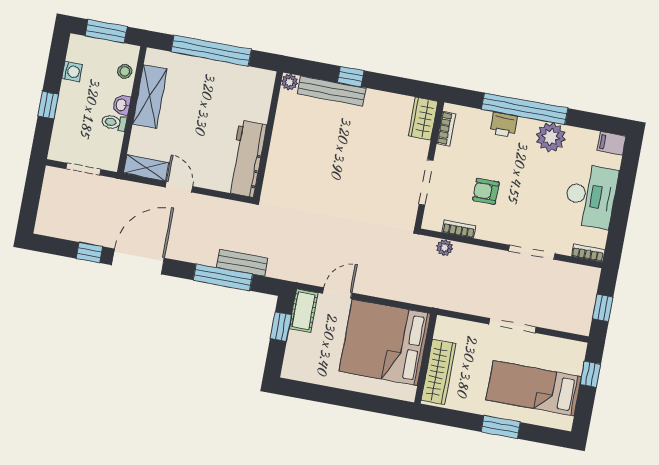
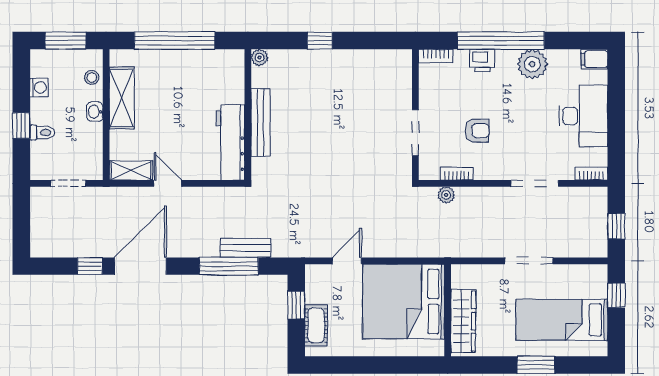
bench: (332, 91) -> (261, 123), moved, turned 90
wardrobe: (423, 119) -> (400, 69), removed
toilet: (114, 123) -> (42, 133), moved, turned 180
bookcase: (446, 129) -> (436, 56), moved, turned 90
armchair: (486, 191) -> (477, 131), turned 180
cot: (304, 311) -> (316, 325), moved

